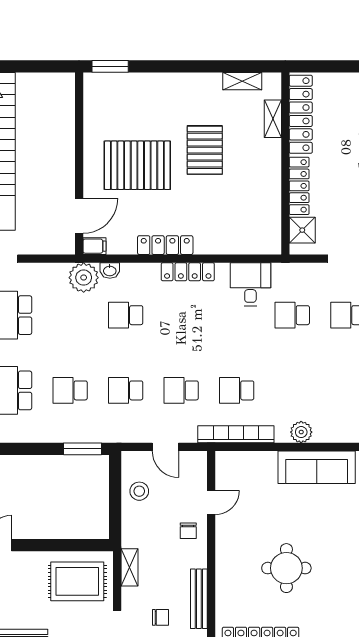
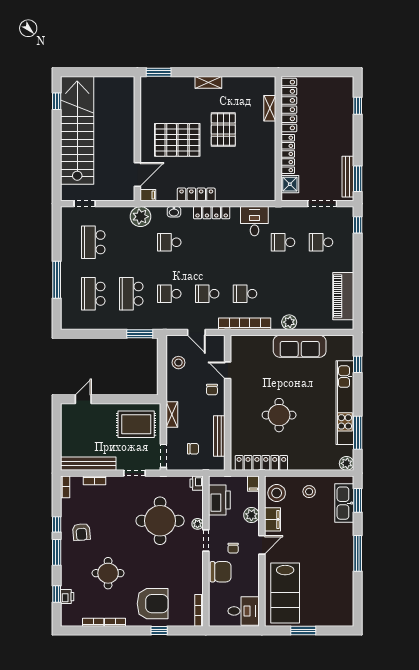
shelving: (242, 81) -> (208, 82), moved
washbasin: (110, 270) -> (174, 212), moved
school desk: (70, 390) -> (131, 294), width x1.85
door: (211, 502) -> (228, 370), swing flipped

